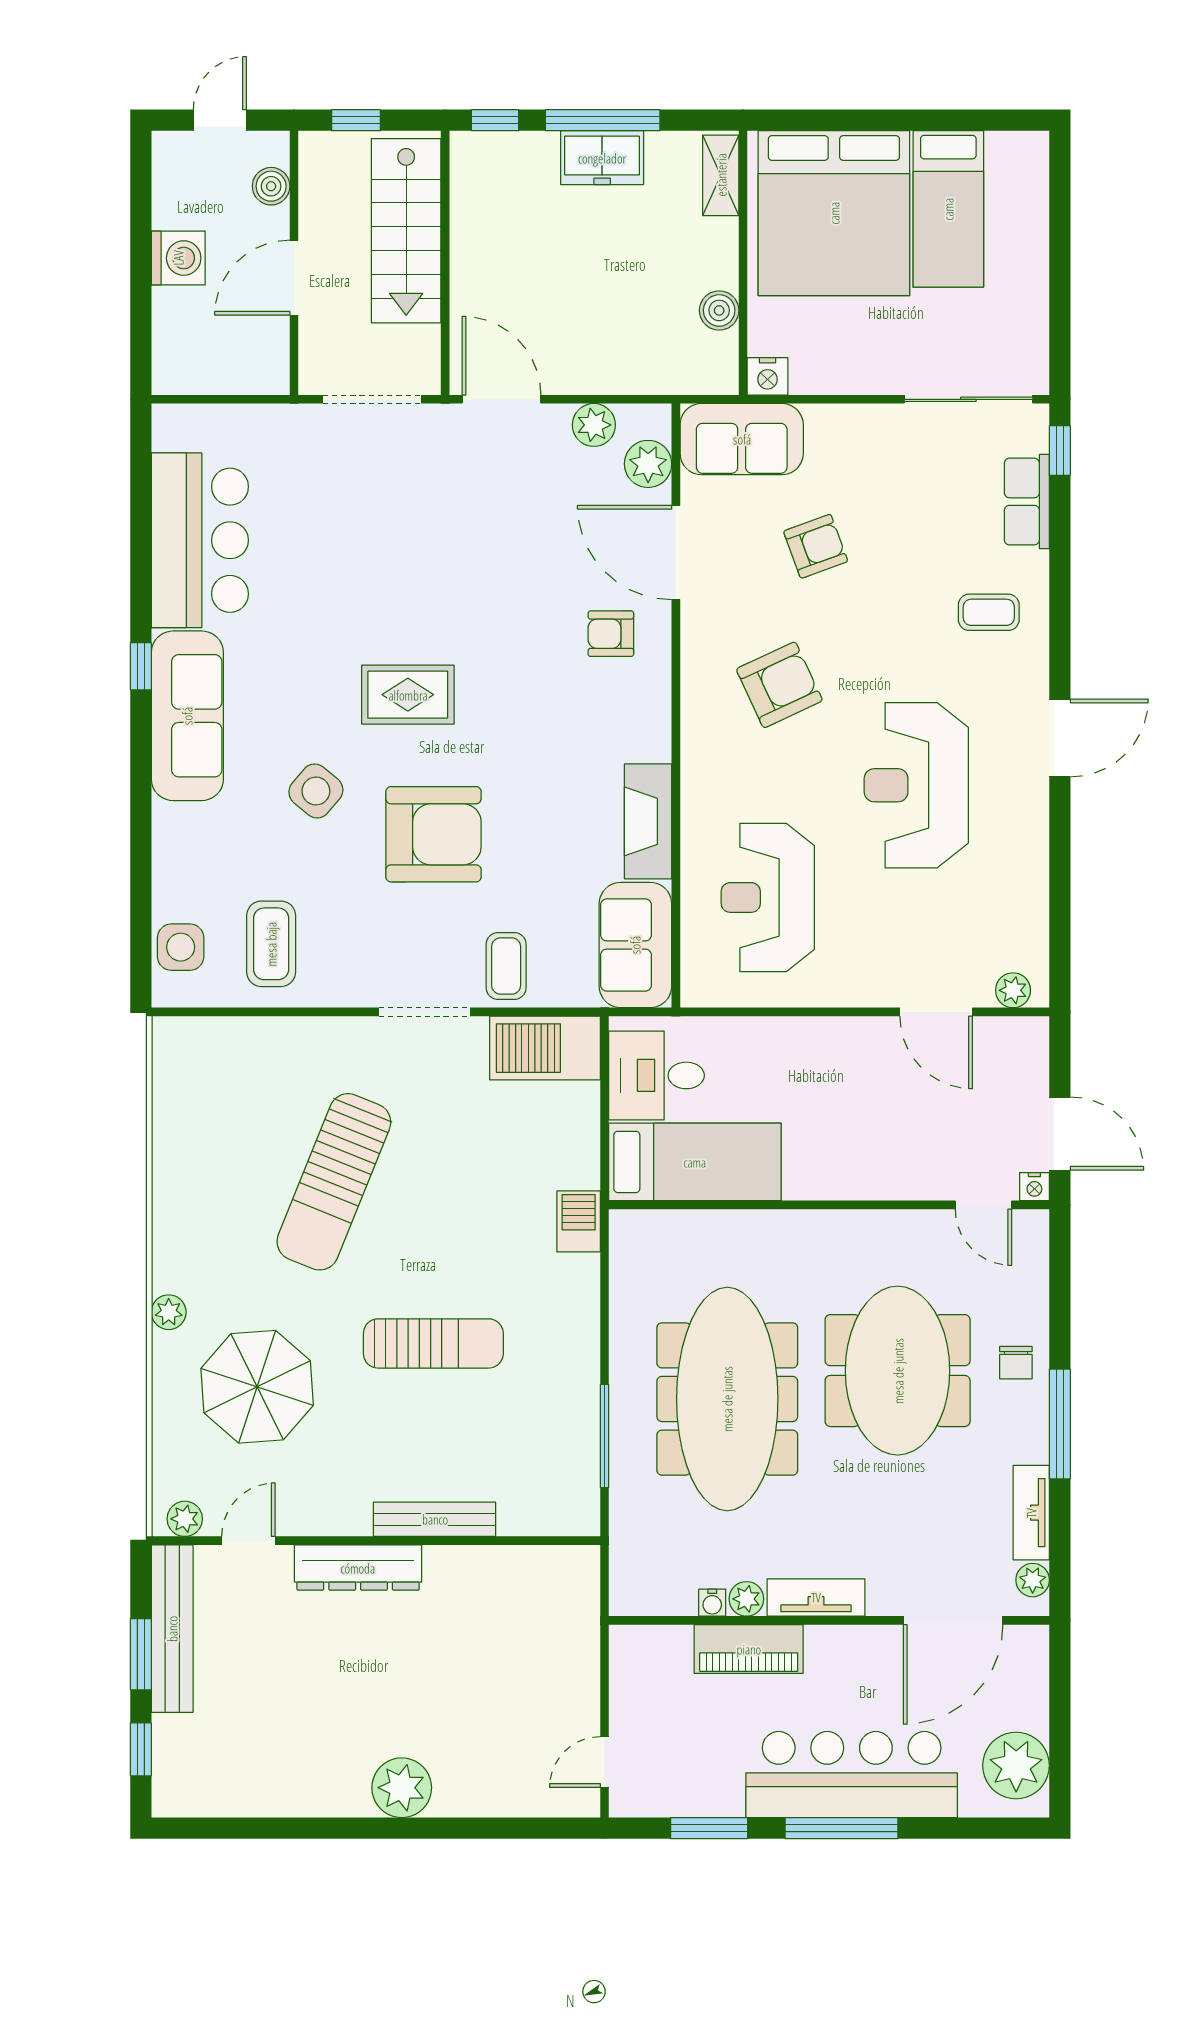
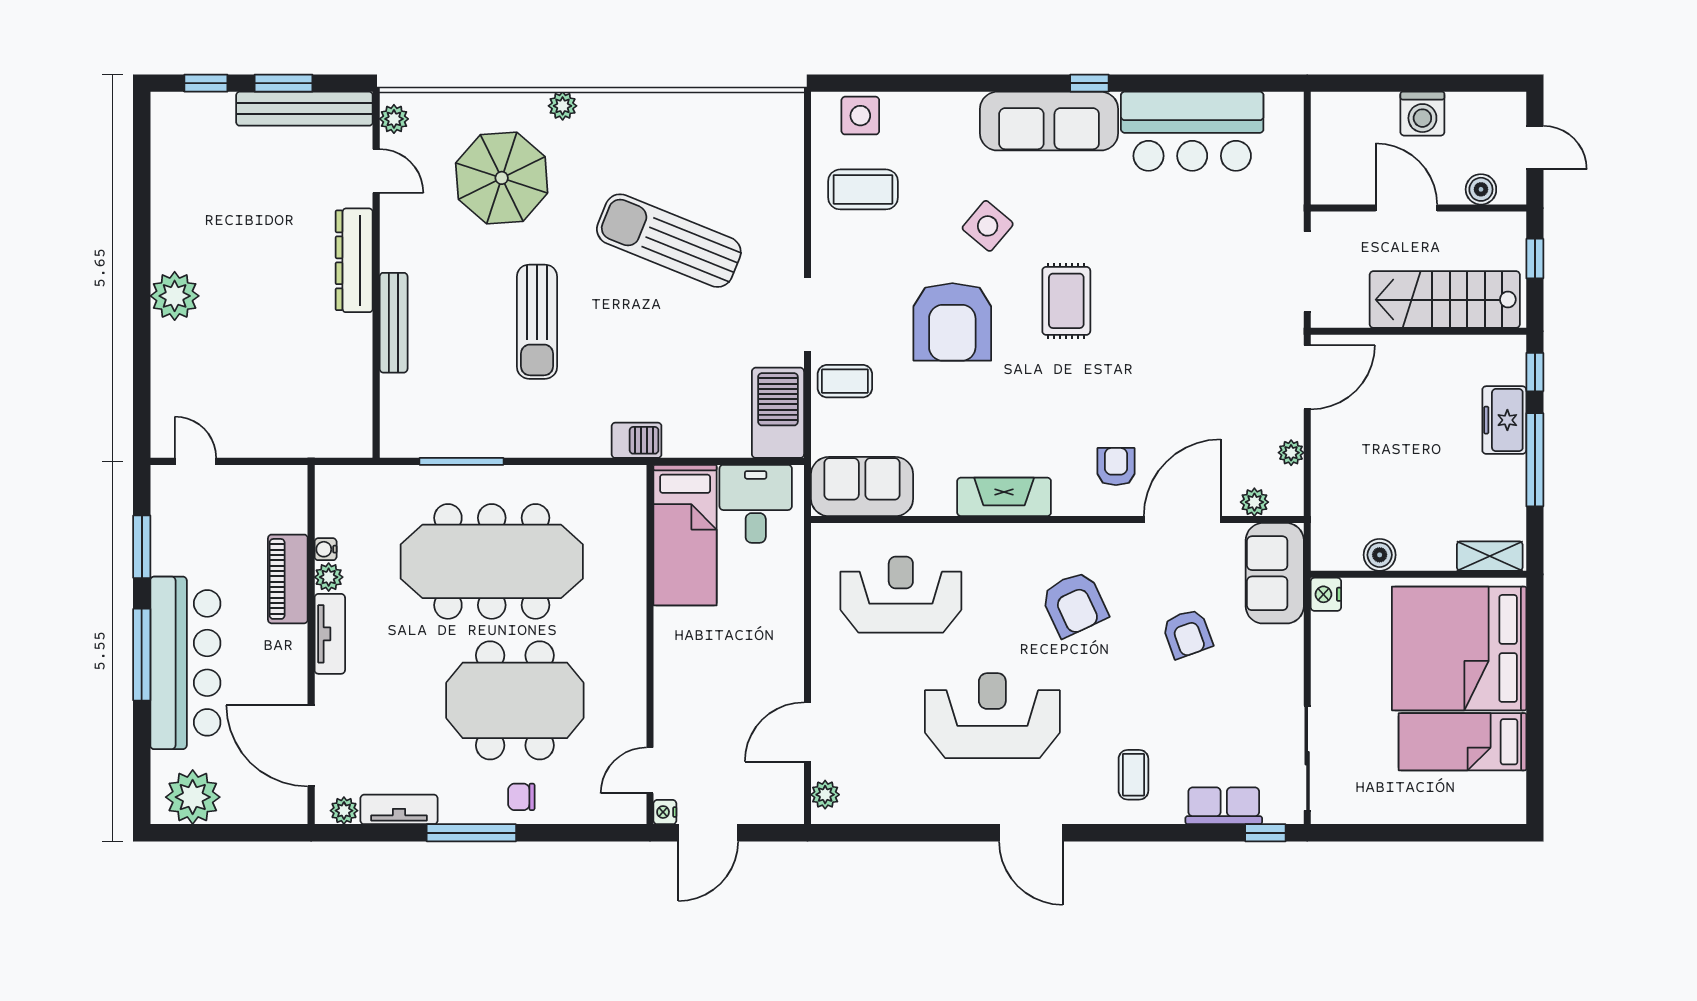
freezer: (602, 158) -> (1504, 420), moved
plant: (594, 425) -> (1291, 453), width x0.73, depth x0.73
plant: (648, 464) -> (1254, 502), width x0.73, depth x0.73
fireplace: (648, 821) -> (1004, 497), moved

